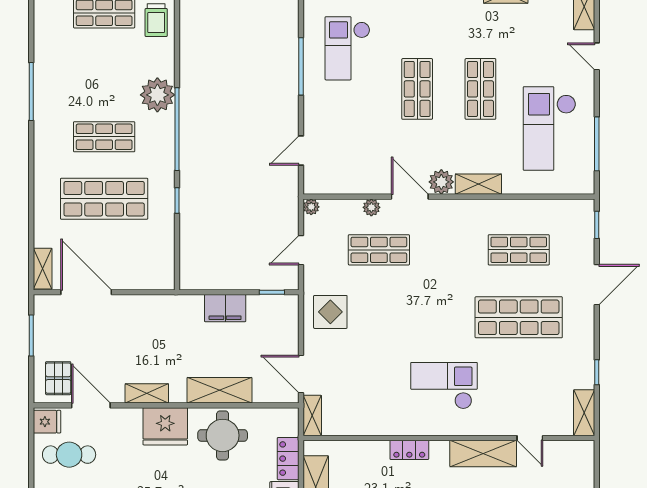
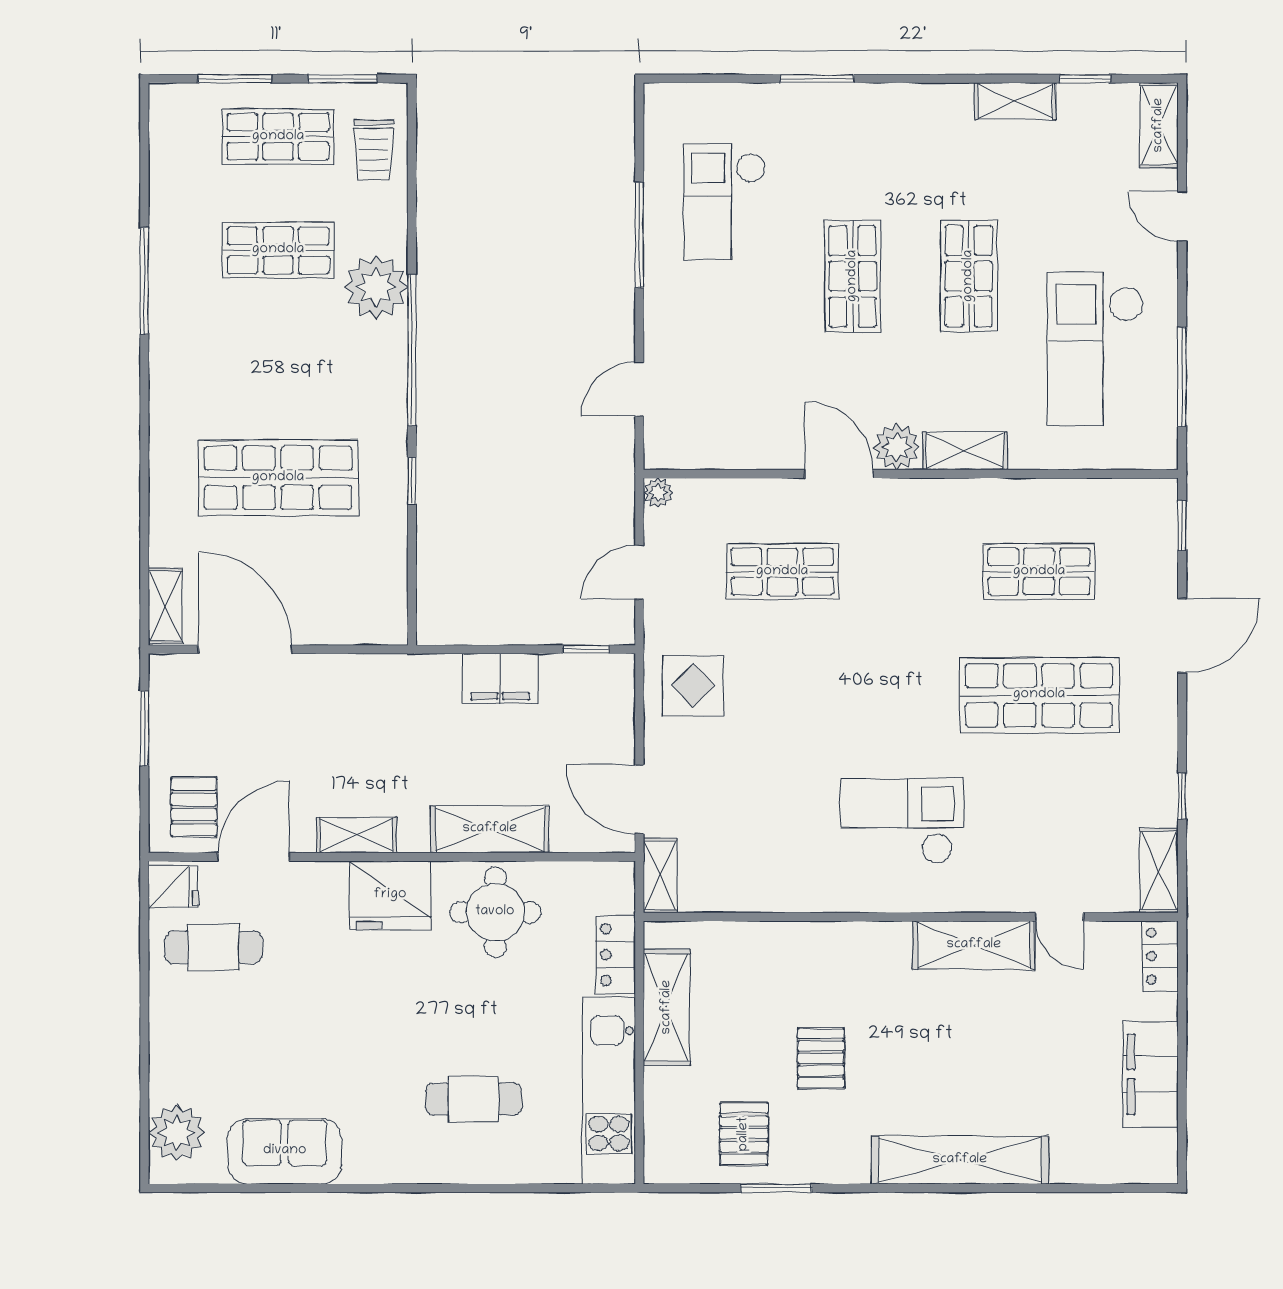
shop shelf: (104, 137) -> (278, 250), moved
plant: (371, 207) -> (769, 494), removed
door: (91, 405) -> (254, 857), hinge flipped
locker: (409, 450) -> (1160, 956), moved, turned 90

